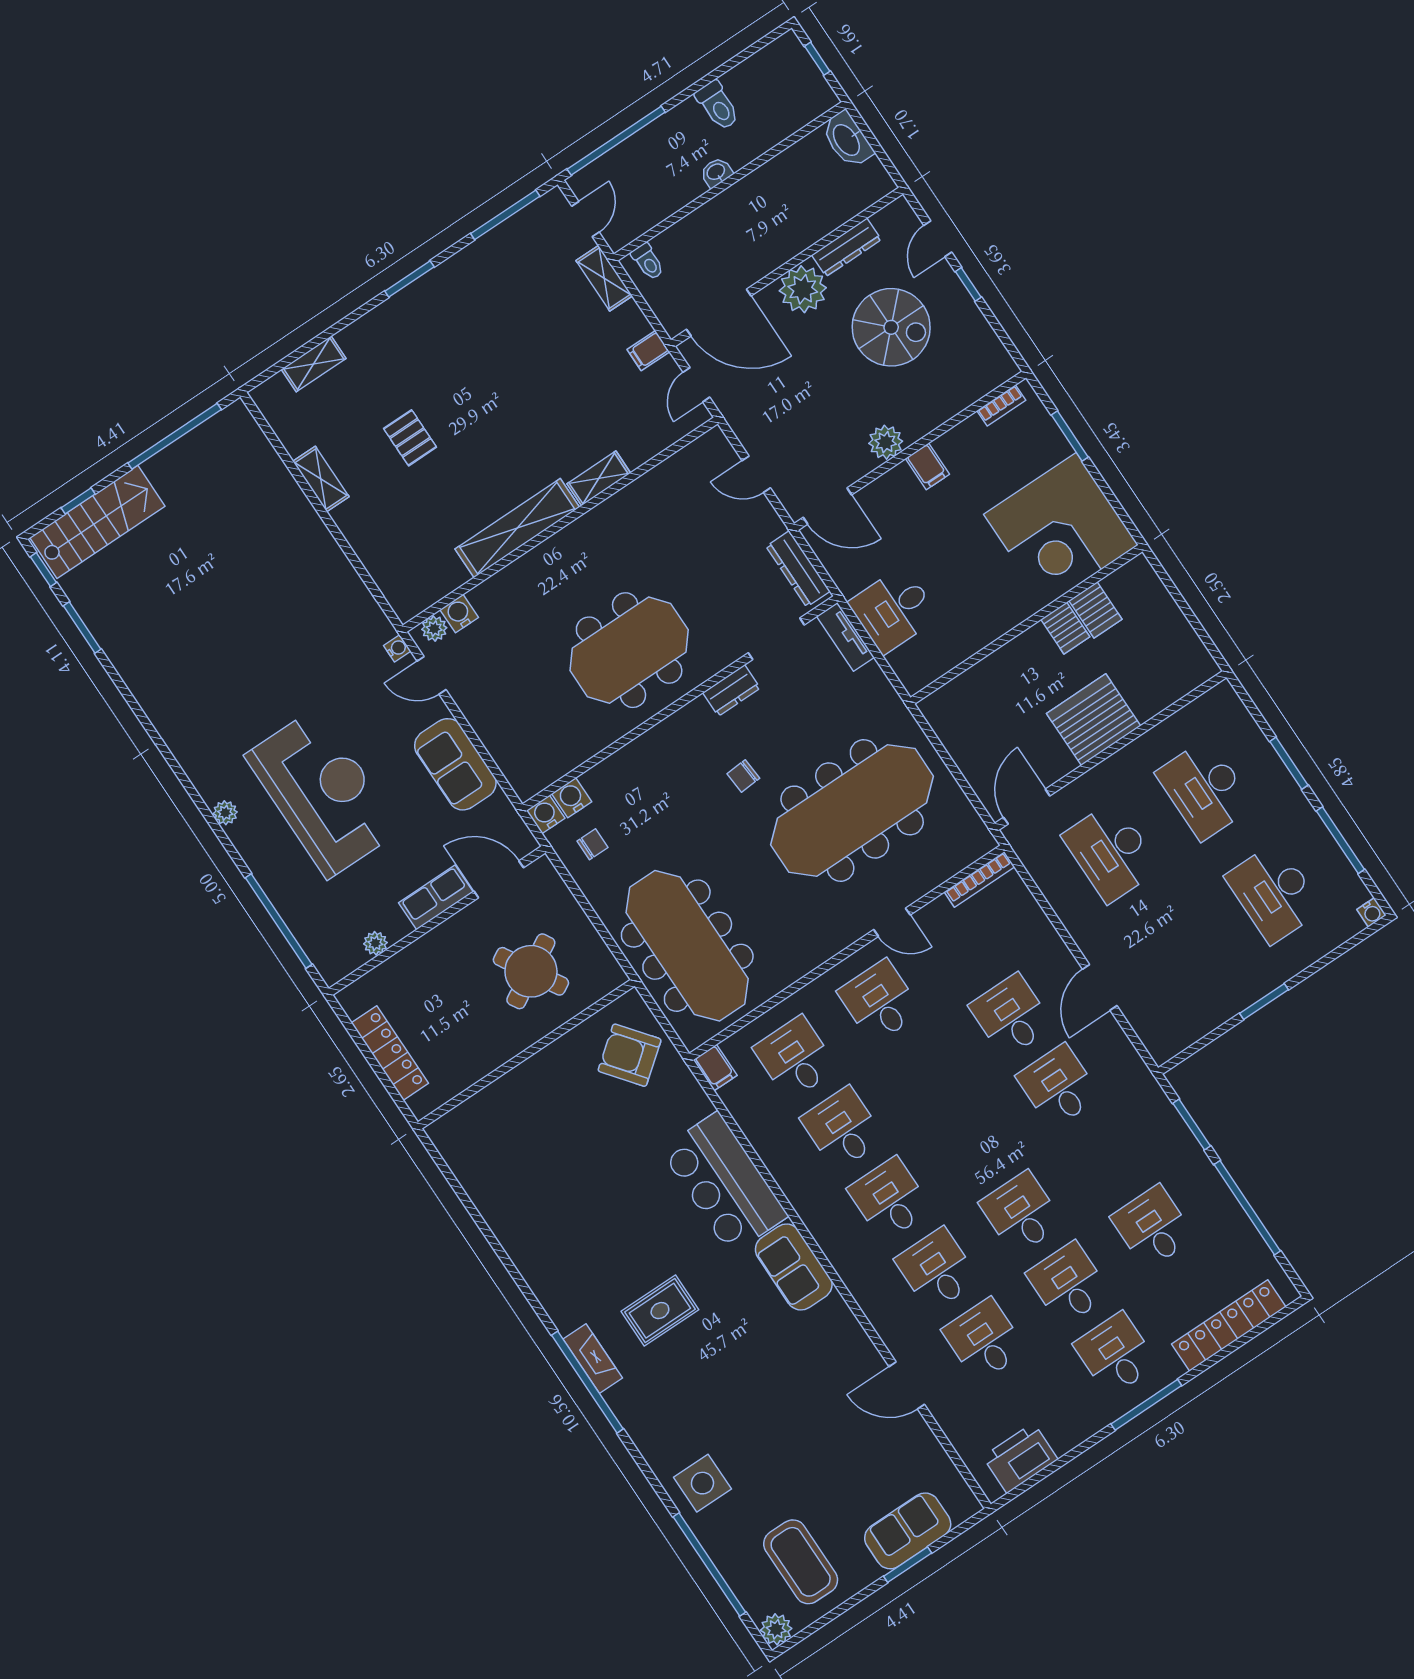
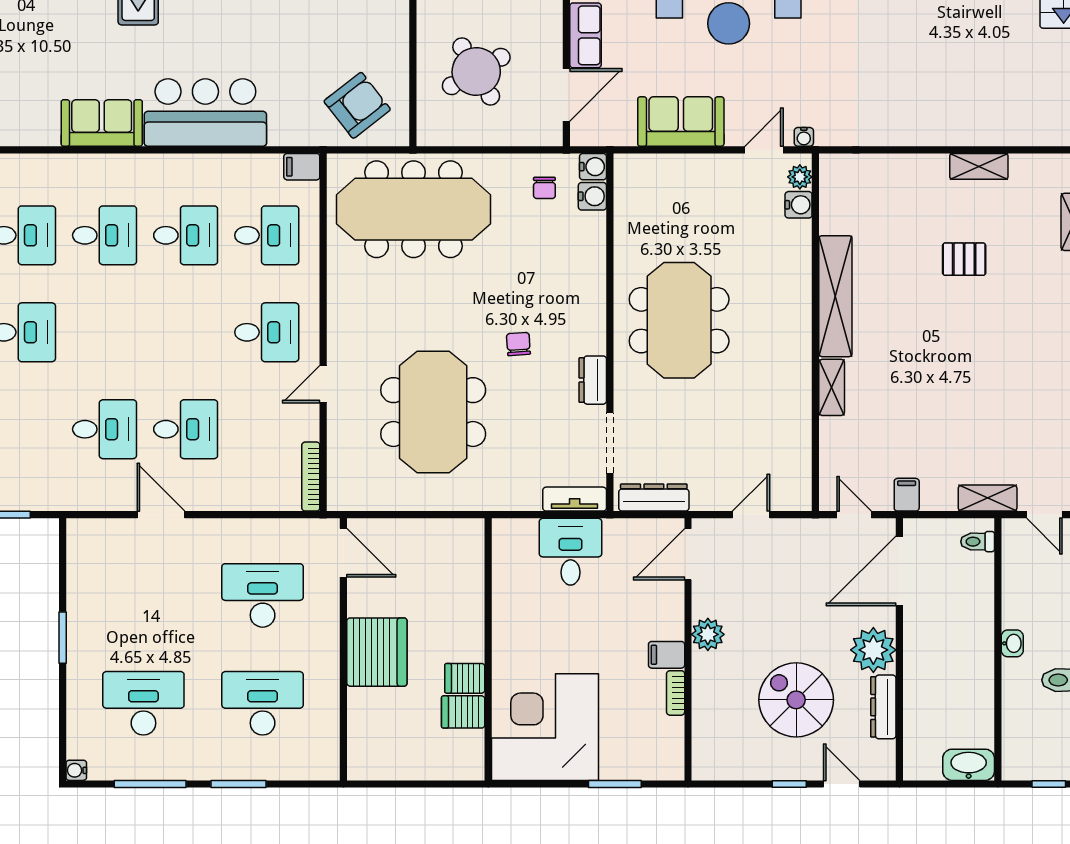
spiral stairs: (891, 327) -> (796, 700), turned 90
bookcase: (1001, 405) -> (676, 693), moved
meeting table: (852, 810) -> (433, 412), width x0.73

